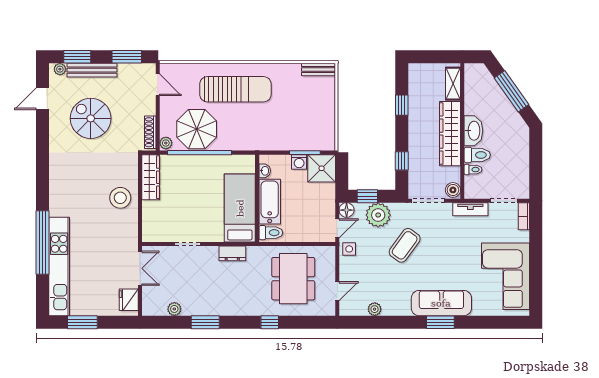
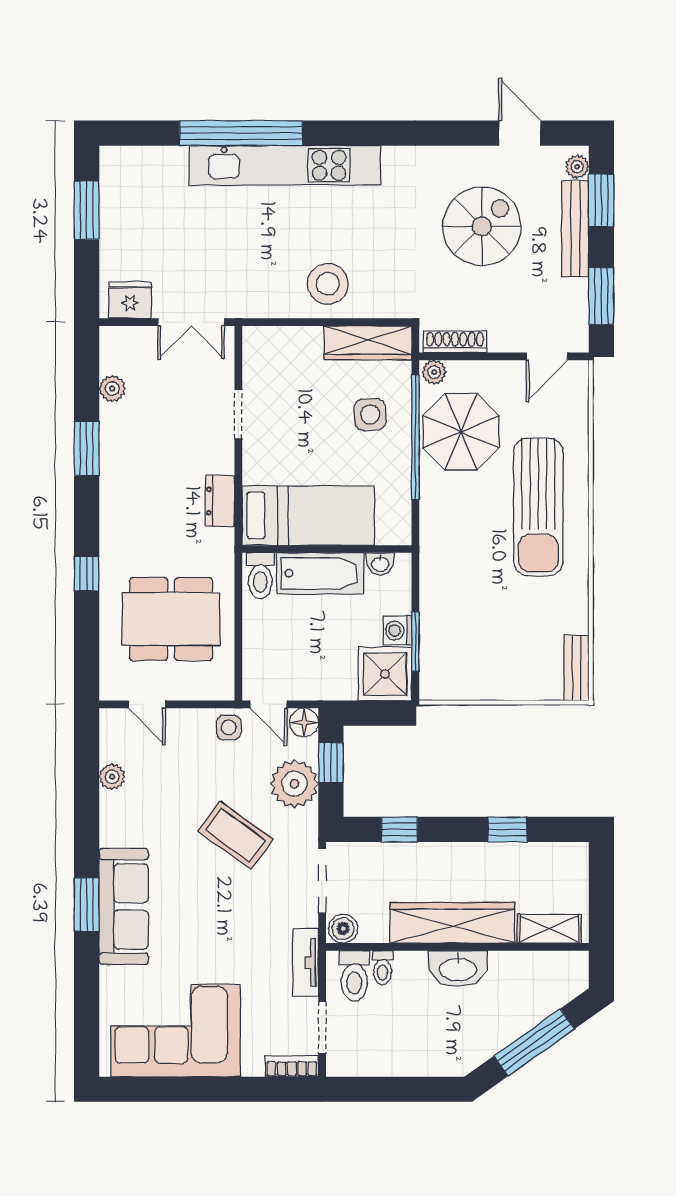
toilet: (477, 155) -> (354, 976), moved
side table: (188, 176) -> (370, 414), added
kitchen unit: (59, 267) -> (285, 165), moved

